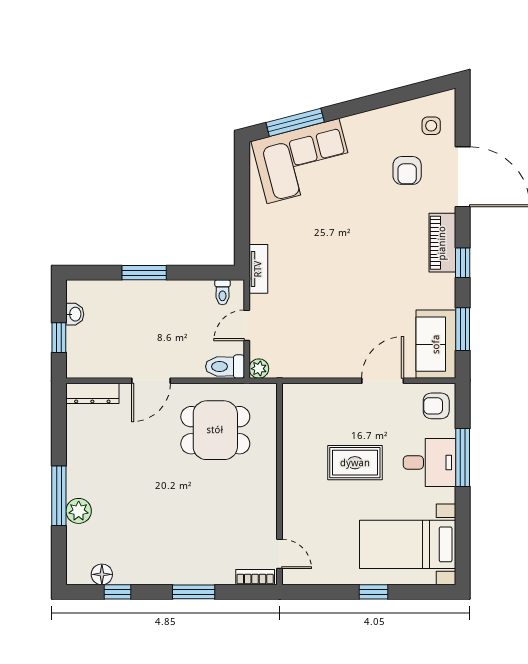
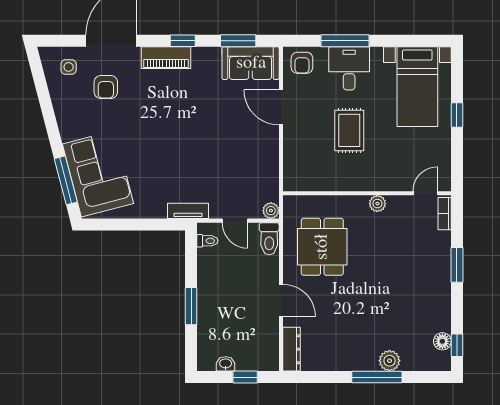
armchair: (407, 170) -> (106, 87), turned 90
plant: (267, 496) -> (377, 204), added
window: (118, 592) -> (457, 345), moved

